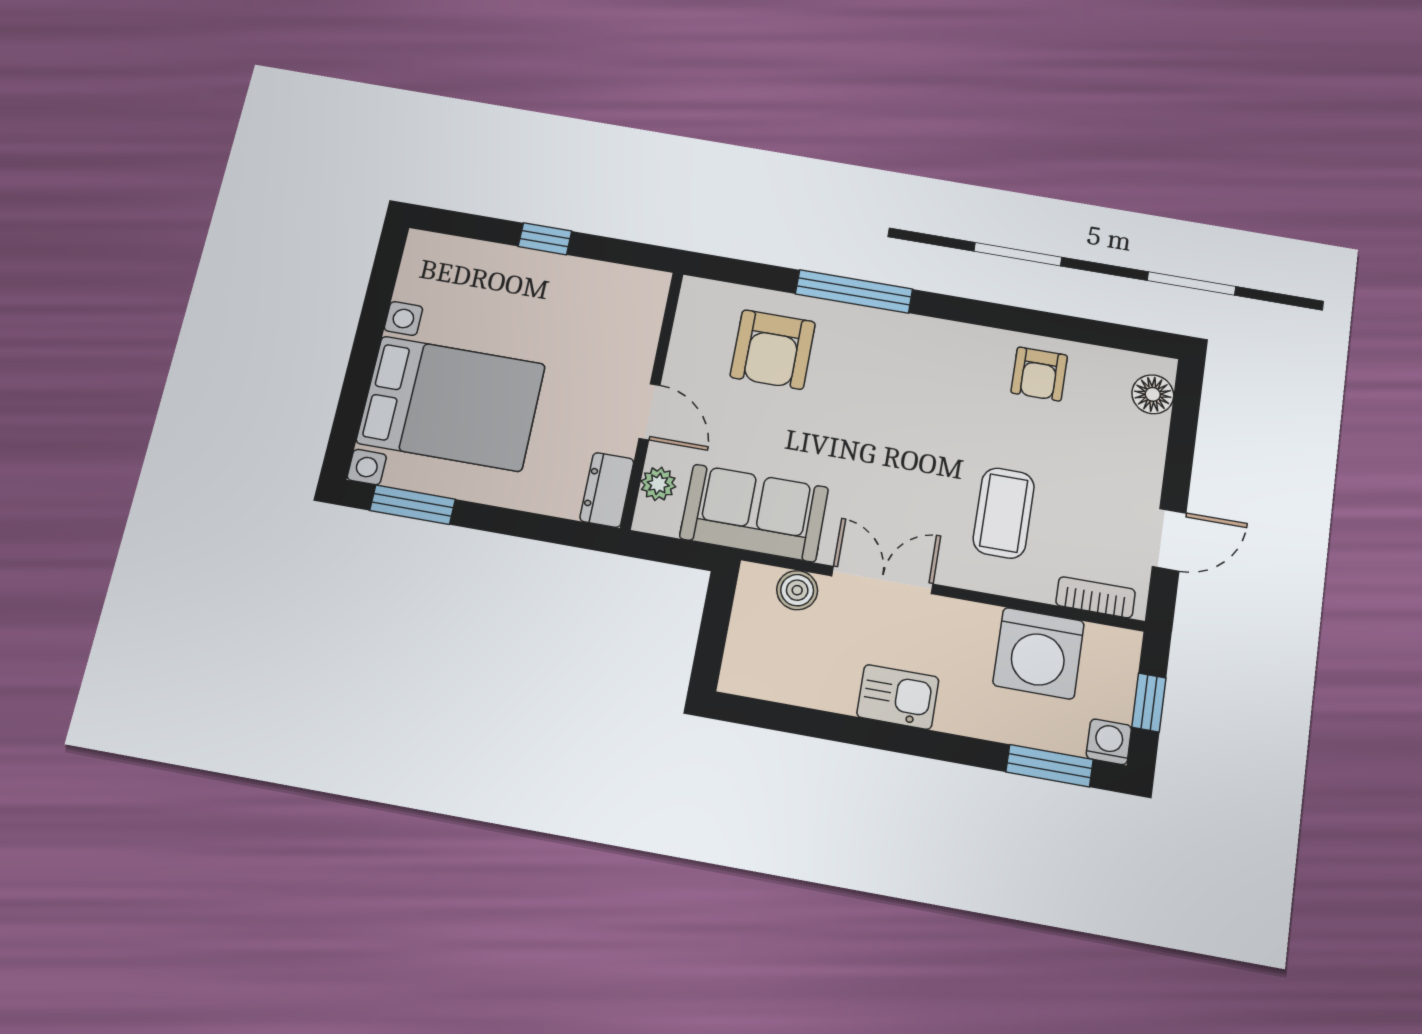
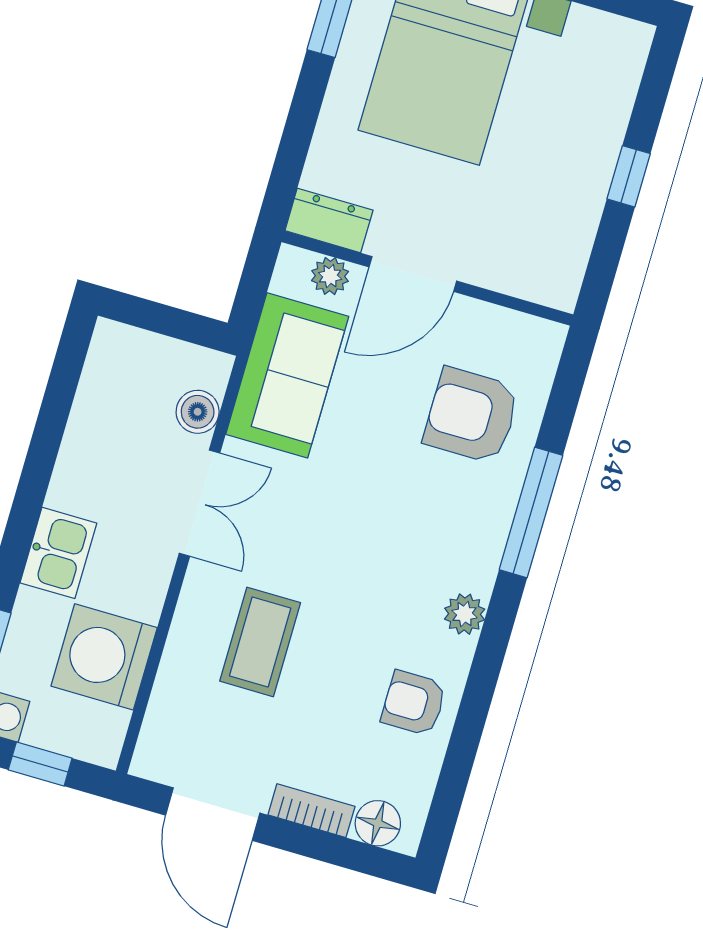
plant: (953, 339) -> (465, 614), added
door: (650, 412) -> (413, 274), width x1.37
coffee table: (1004, 513) -> (260, 642), turned 90
door: (1169, 540) -> (213, 814), width x1.38
bookcase: (1095, 597) -> (311, 811), moved, turned -90
kitchen sink: (898, 697) -> (58, 553), moved

